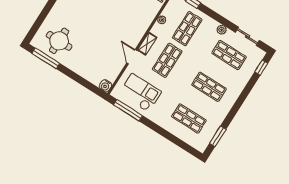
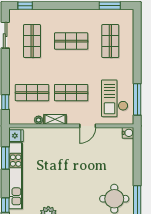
plant: (222, 30) -> (14, 62), removed
shelving: (147, 44) -> (55, 119), moved
shop shelf: (209, 87) -> (71, 41), turned 90

